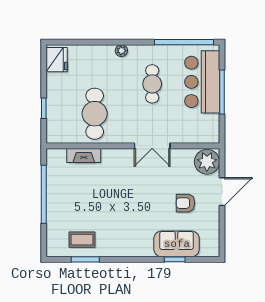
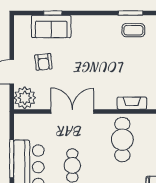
double door: (152, 146) -> (72, 112), width x1.37
armchair: (185, 203) -> (43, 62), turned 84

